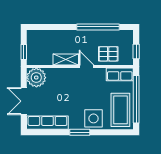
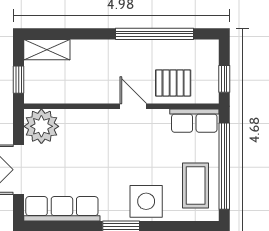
shelving: (66, 59) -> (47, 50), moved
coffee table: (120, 110) -> (196, 185), width x0.73, depth x0.76

